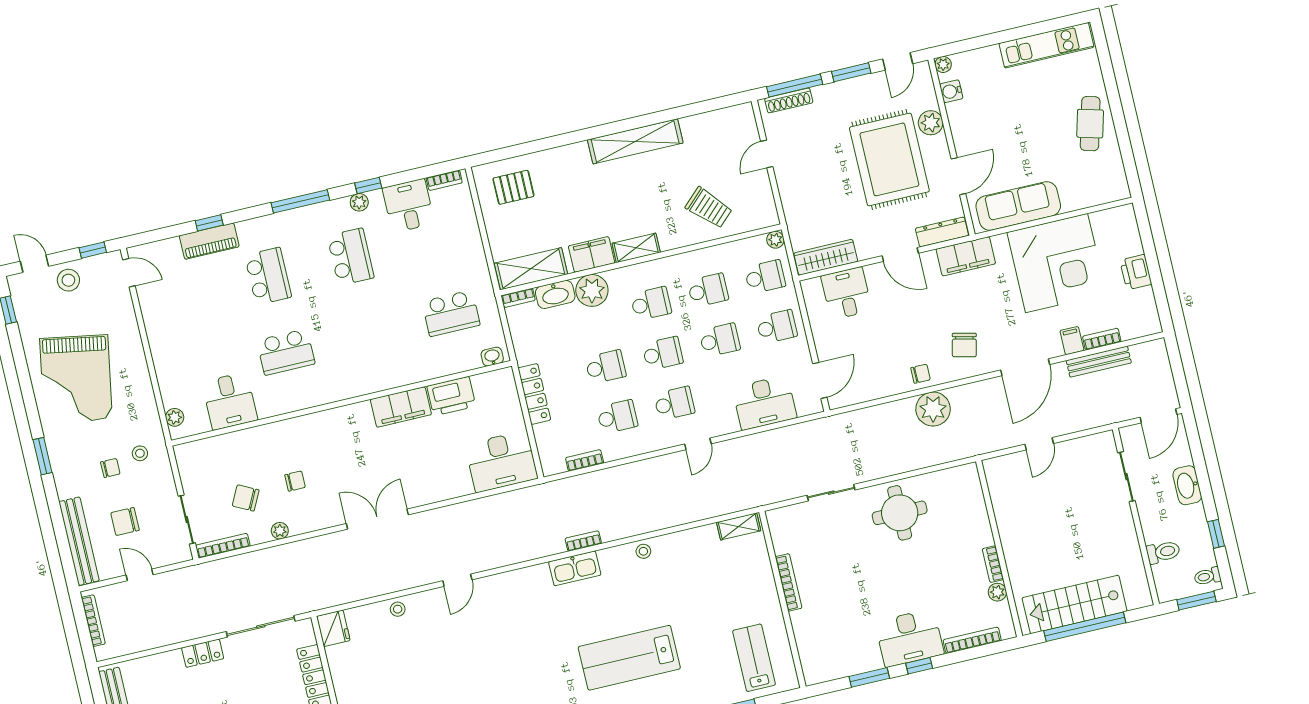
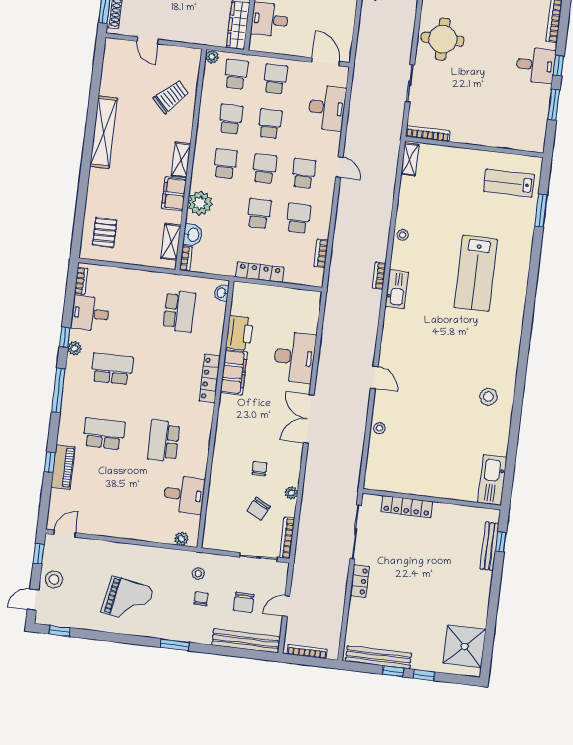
shelving: (531, 269) -> (171, 242), width x0.67, depth x0.75
washbasin: (555, 294) -> (193, 235), width x0.72
school desk: (286, 352) -> (164, 441), turned 180
grand piano: (76, 379) -> (127, 600), width x0.73, depth x0.68
locker: (383, 380) -> (210, 379), added
desk: (501, 461) -> (295, 357), moved
bookcase: (789, 582) -> (428, 134), moved
fridge: (333, 628) -> (376, 480), removed
desk: (909, 638) -> (536, 65), width x0.73

